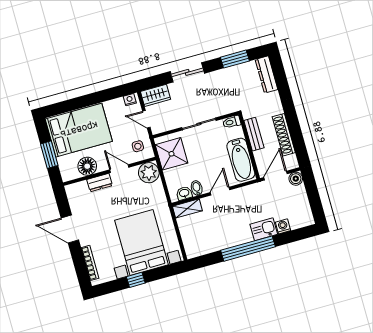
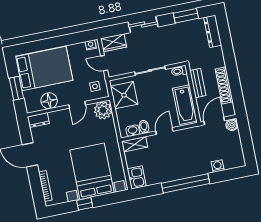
door: (119, 169) -> (77, 105), swing flipped
dresser: (100, 183) -> (38, 120), moved
kitchen sink: (264, 229) -> (137, 177), moved, turned 90

